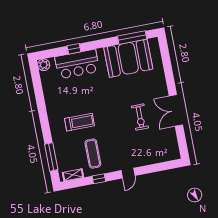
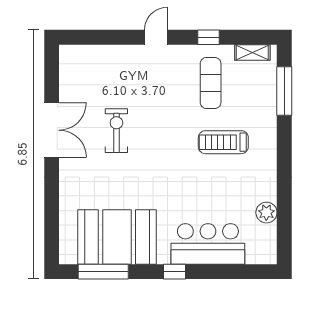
window: (74, 49) -> (174, 272), moved
plant: (44, 65) -> (266, 213), moved

